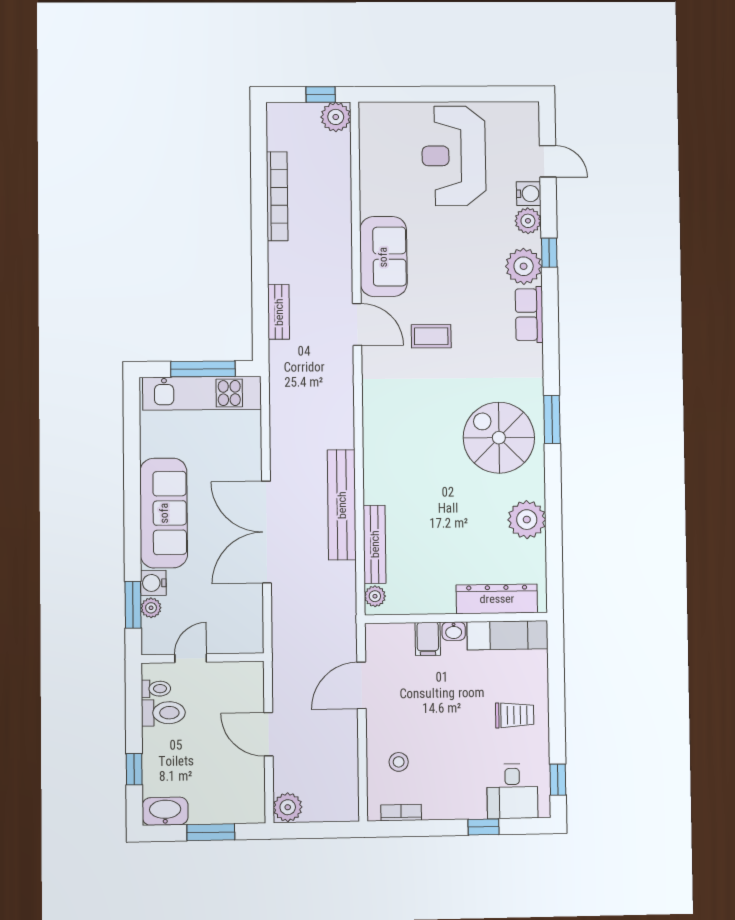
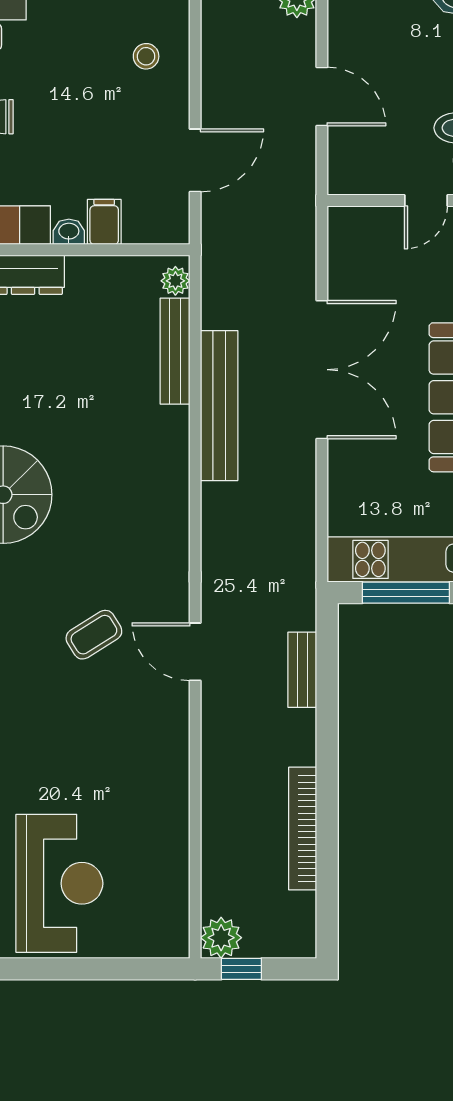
sofa: (383, 257) -> (158, 745), removed
coffee table: (431, 336) -> (94, 635), turned -32

